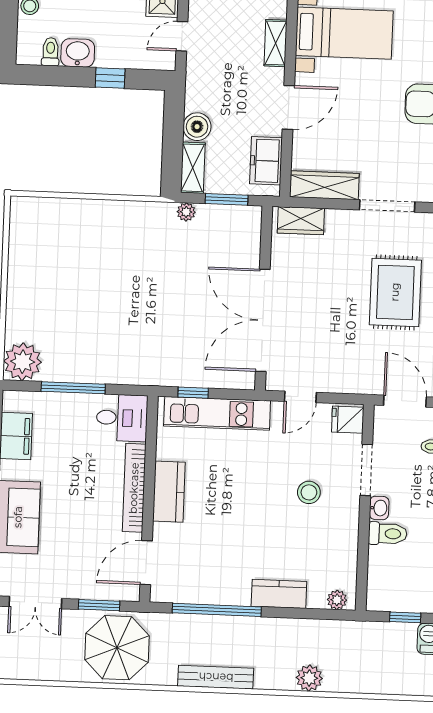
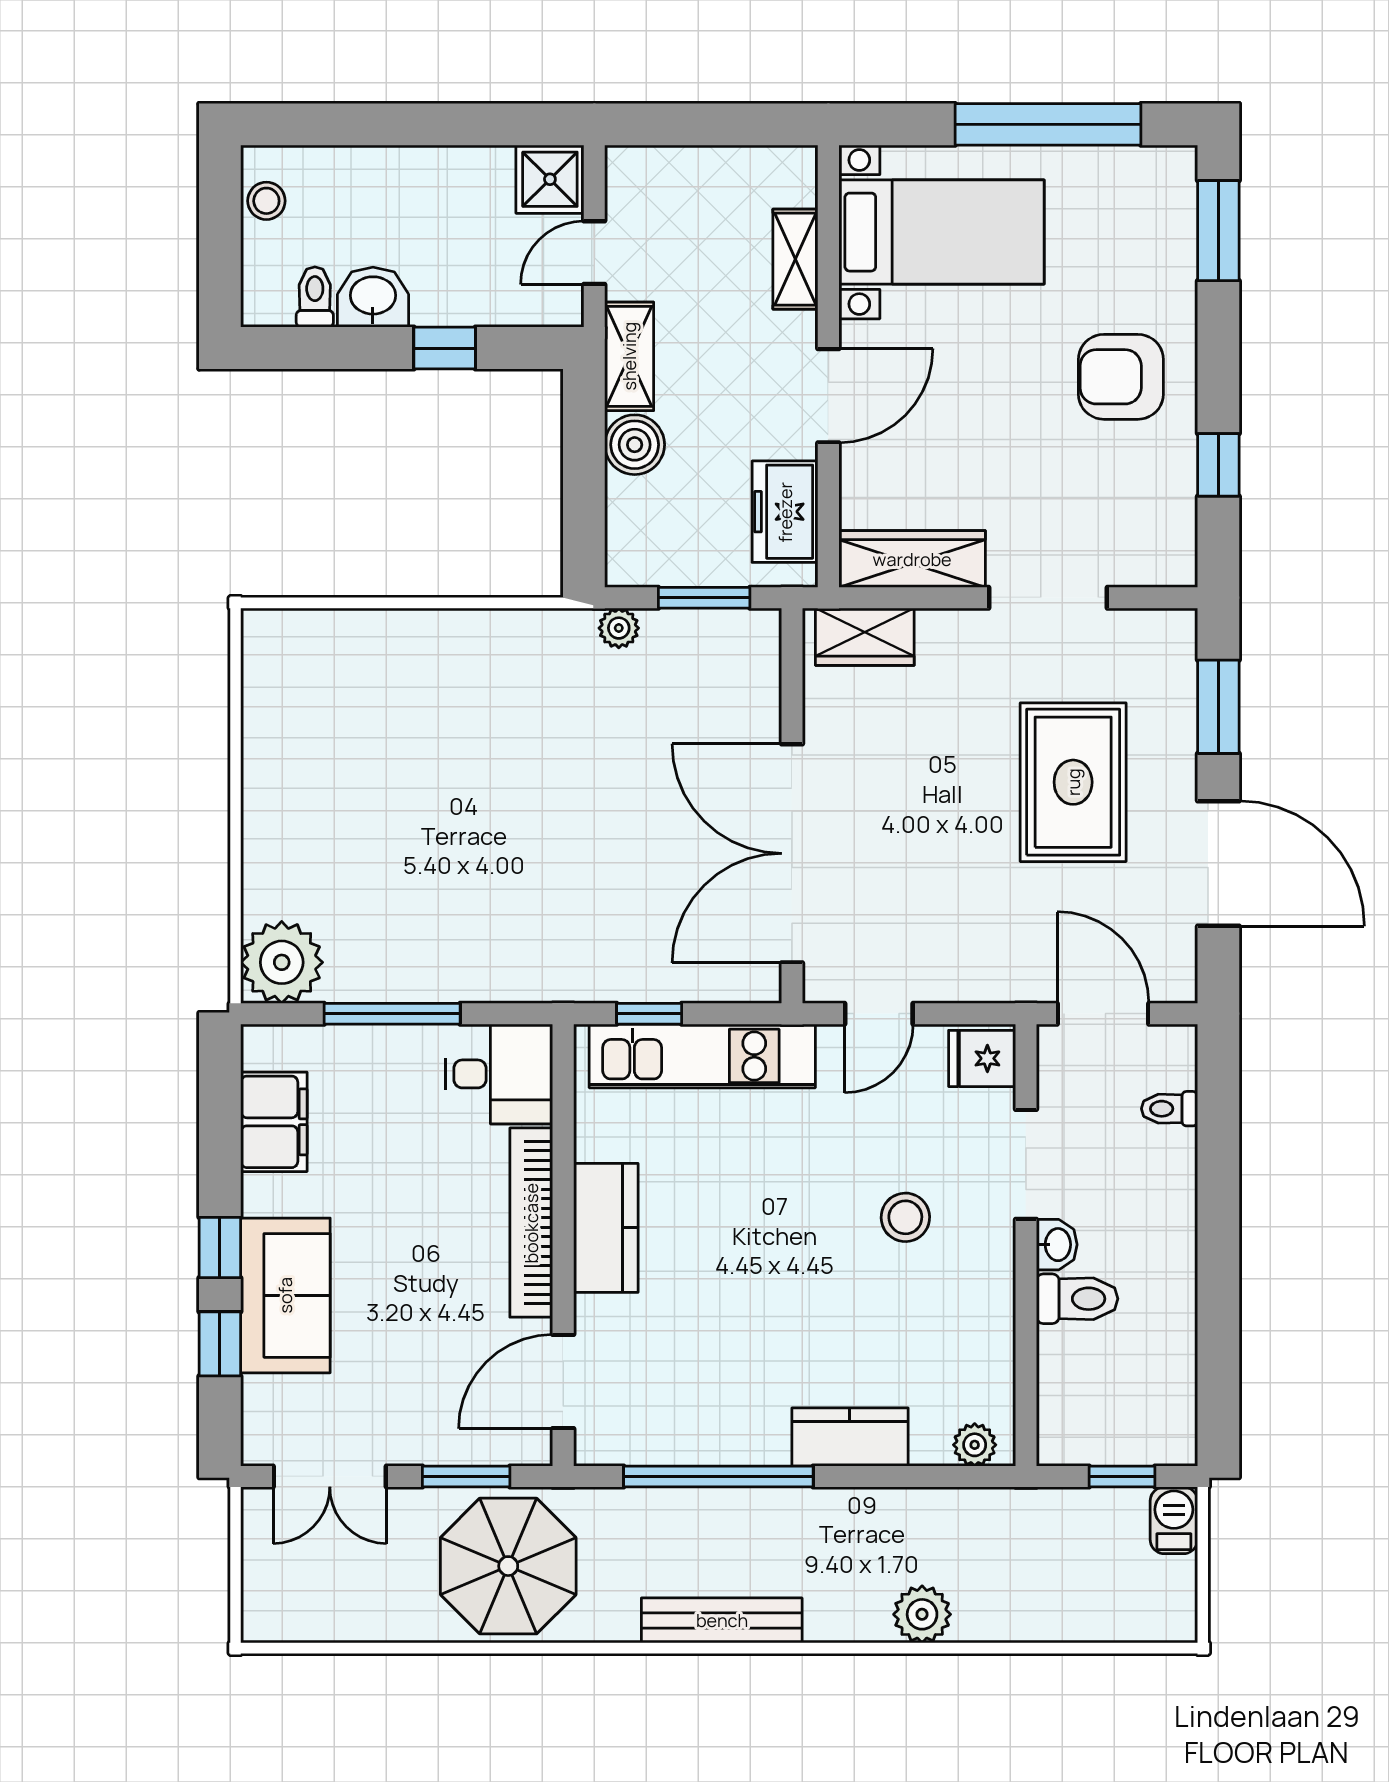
shelving: (193, 168) -> (629, 356), moved

